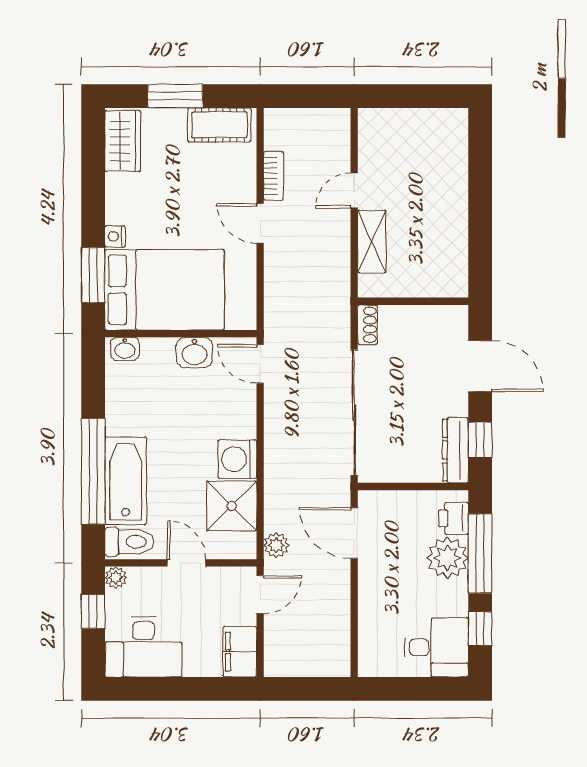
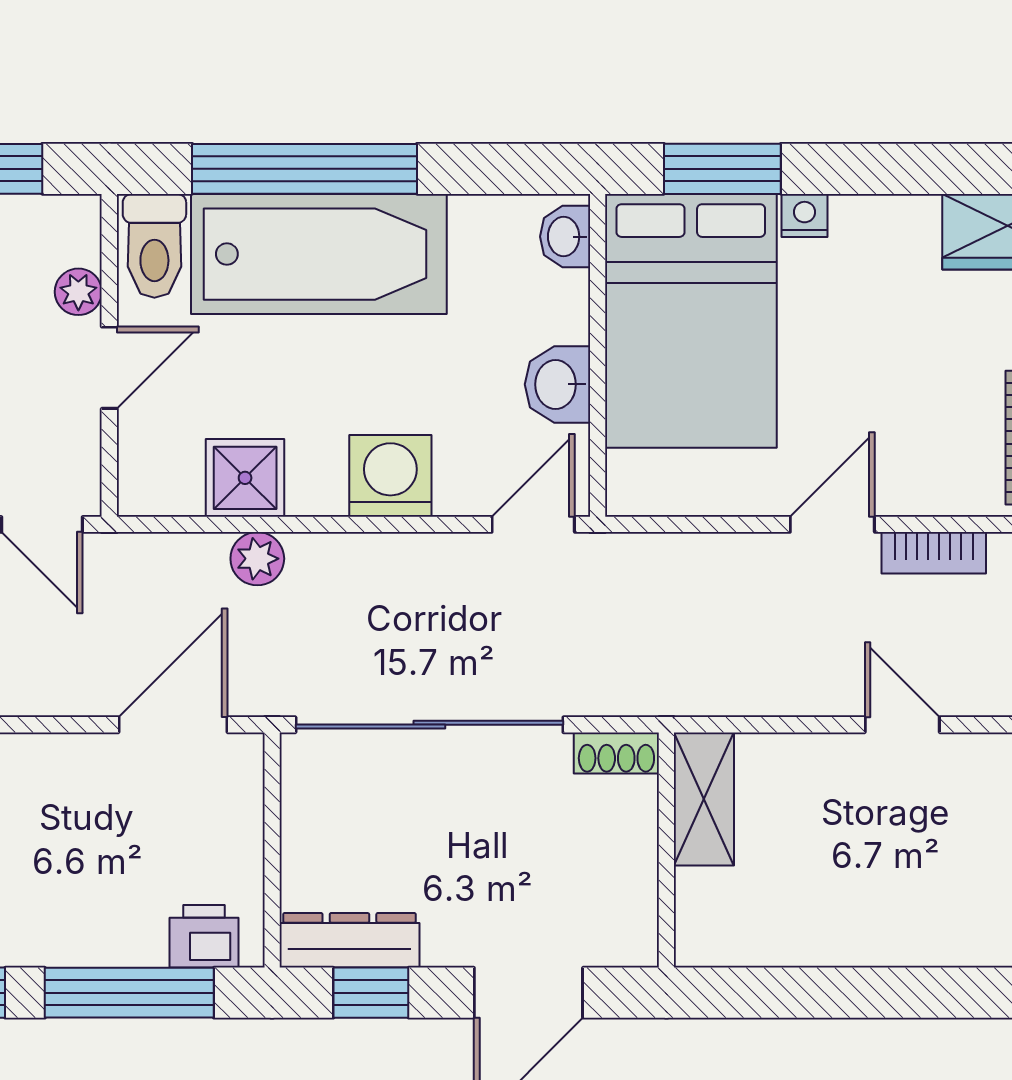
shelving: (372, 242) -> (704, 799), moved, turned 90
washing machine: (237, 459) -> (390, 476), moved
bathtub: (126, 481) -> (319, 254), width x1.36, depth x1.36
shower: (232, 506) -> (245, 478), width x0.73, depth x0.73
plant: (276, 545) -> (257, 559), moved
plant: (447, 558) -> (120, 923), removed
plant: (116, 577) -> (78, 292), moved

